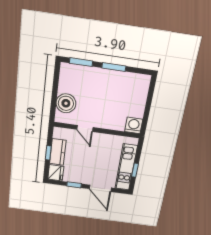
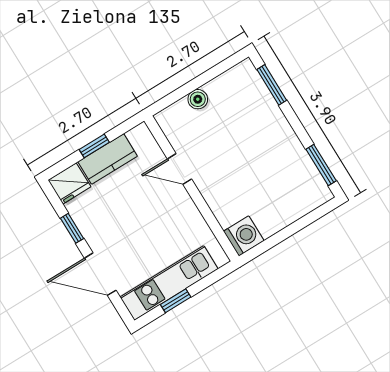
window: (114, 67) -> (321, 165), moved
boiler: (66, 103) -> (198, 99), width x0.54, depth x0.54
door: (85, 128) -> (180, 169), hinge flipped
door: (100, 188) -> (100, 274), hinge flipped

